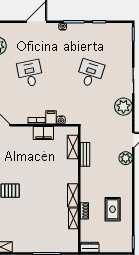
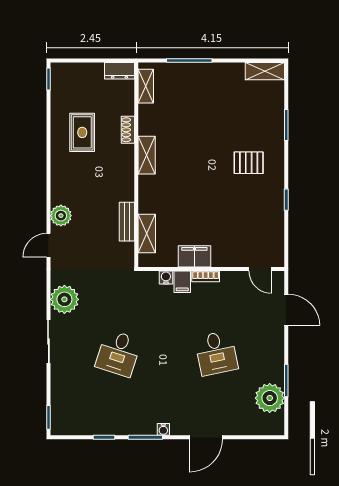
shelving: (73, 218) -> (146, 86), moved

